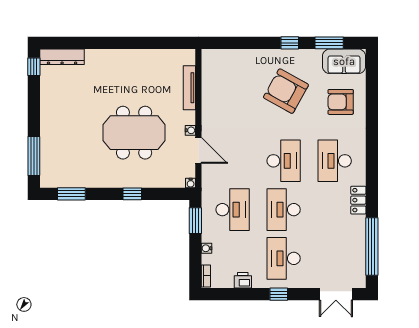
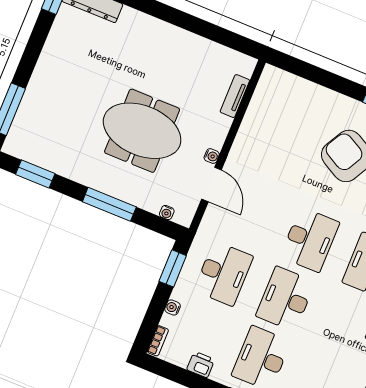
tv unit: (189, 88) -> (235, 96), width x0.71
water cooler: (191, 183) -> (167, 213), moved
window: (132, 194) -> (109, 204), width x2.17

